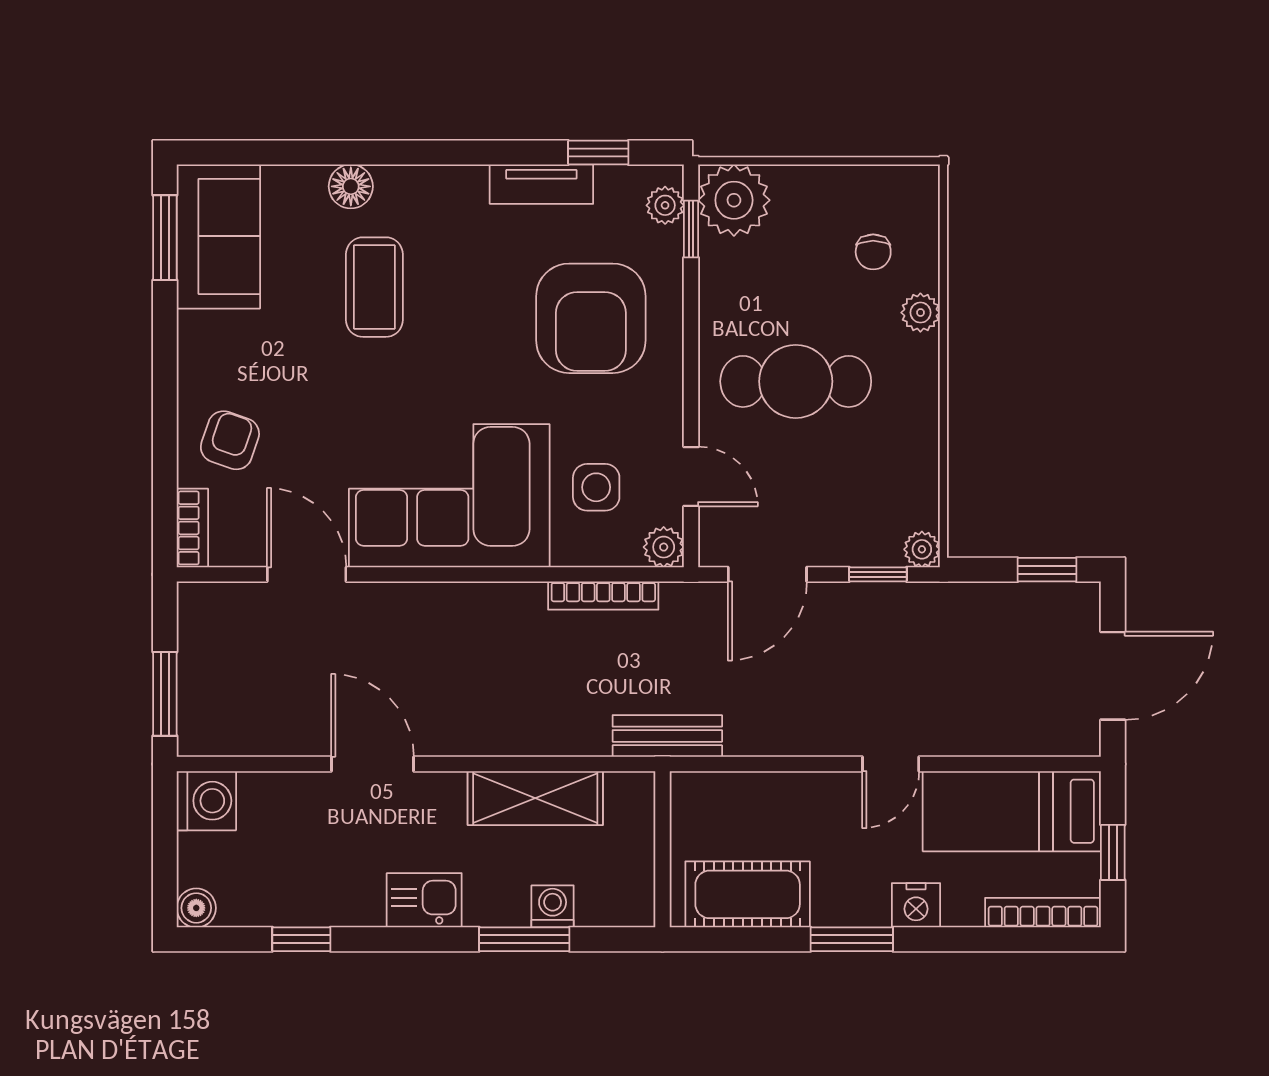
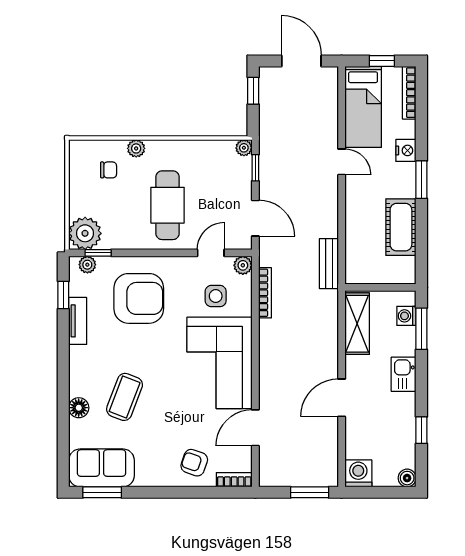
coffee table: (374, 287) -> (125, 397), turned -69
wall: (663, 849) -> (380, 287), moved

